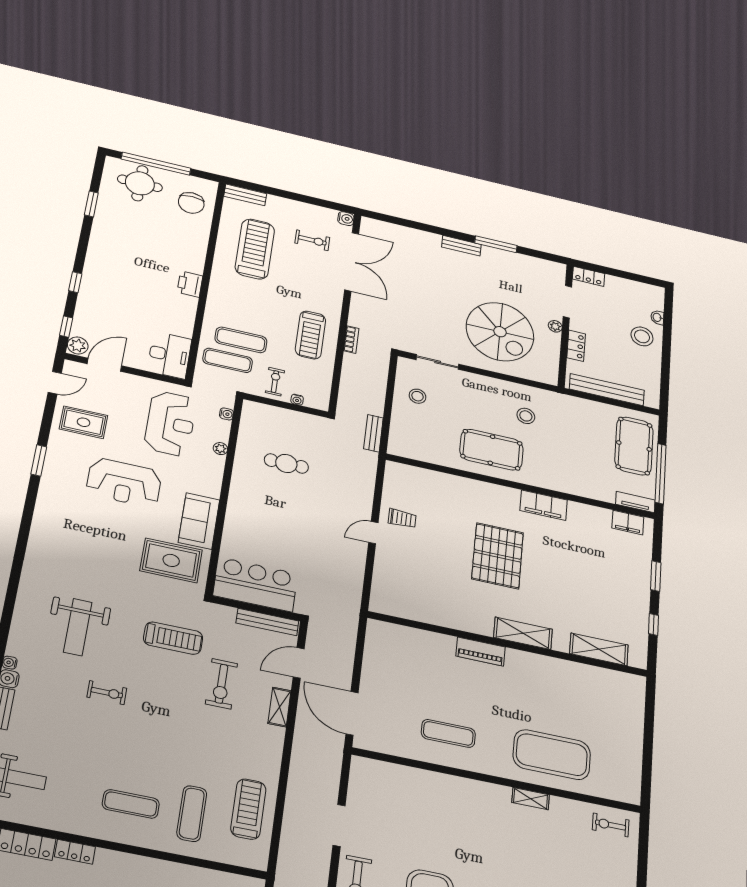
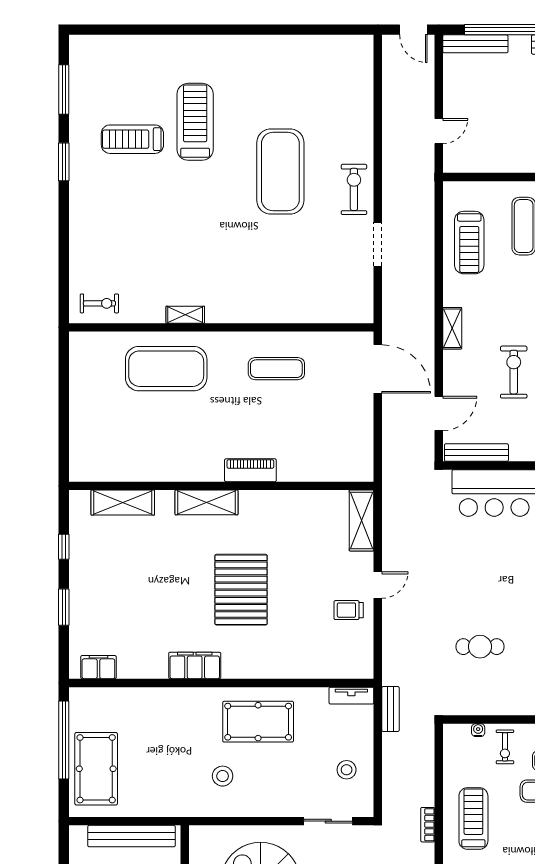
tv unit: (635, 502) -> (351, 696), moved
shelving: (382, 588) -> (361, 520), added
shelving: (280, 707) -> (452, 328), moved

